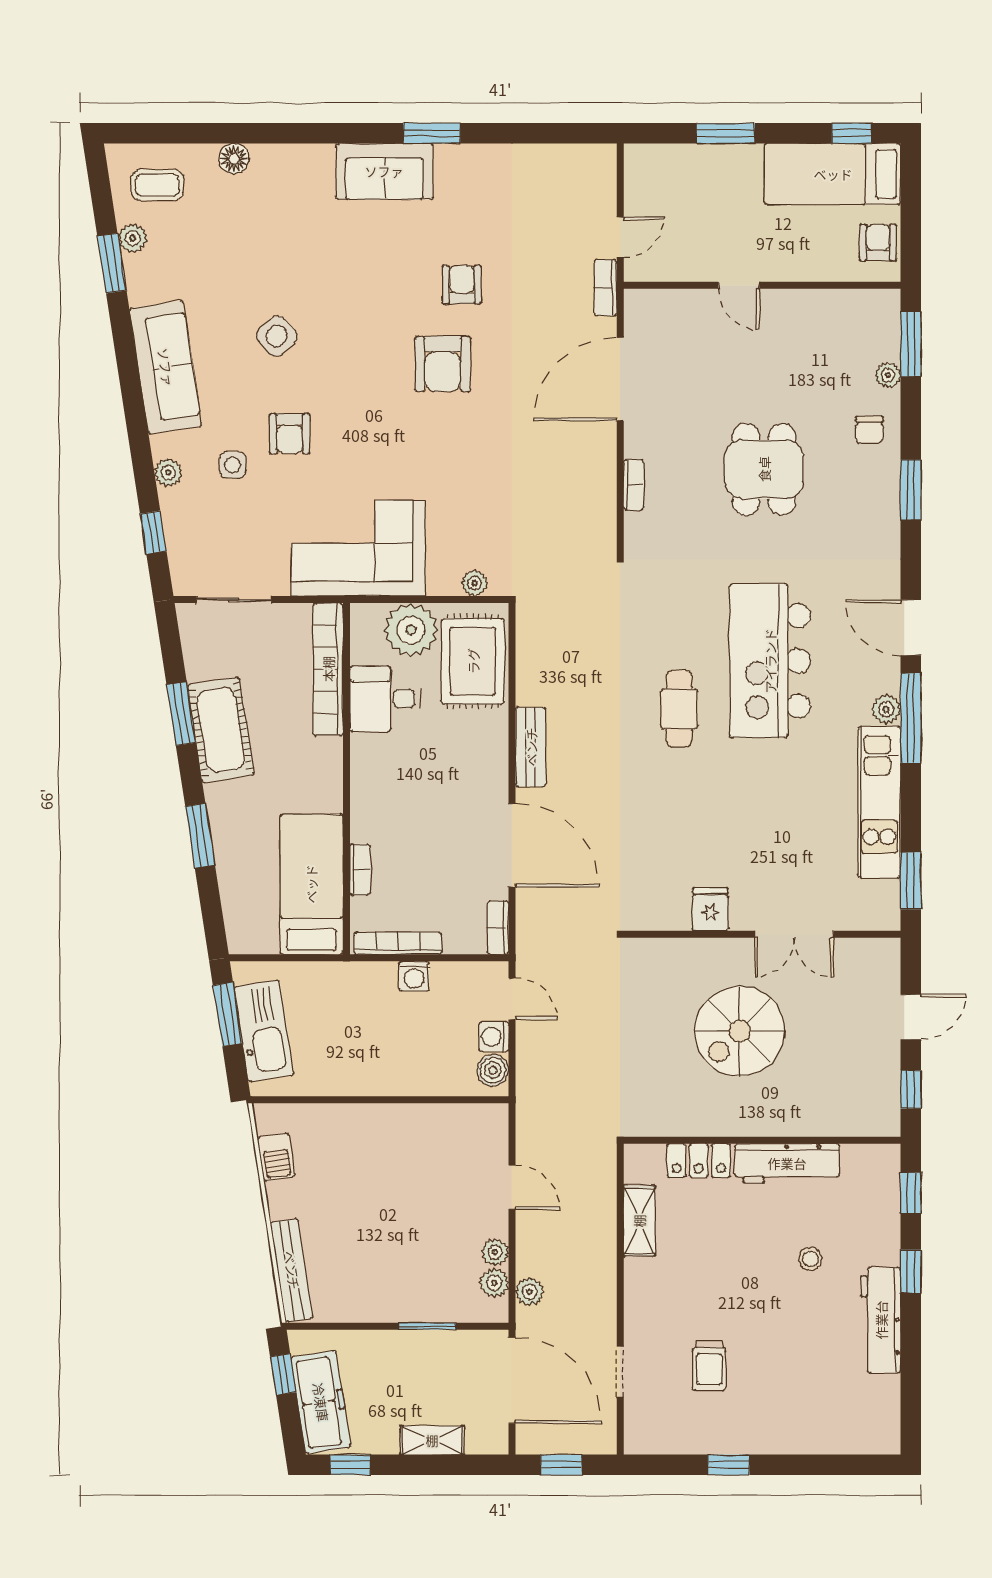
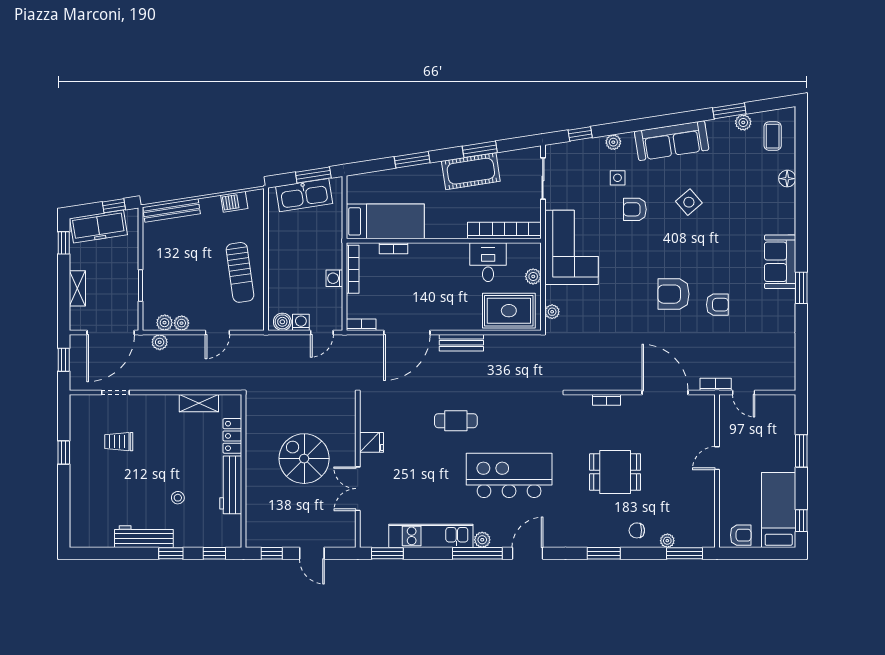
plant: (411, 630) -> (533, 276), width x0.53, depth x0.53
cafe table: (679, 709) -> (456, 421), moved
sun lounger: (403, 1147) -> (240, 272), added

